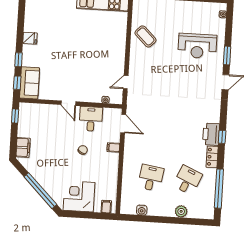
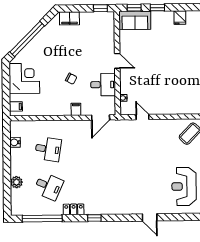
window: (227, 56) -> (177, 217), removed
door: (68, 103) -> (117, 61), swing flipped
printer: (211, 134) -> (96, 207), removed

